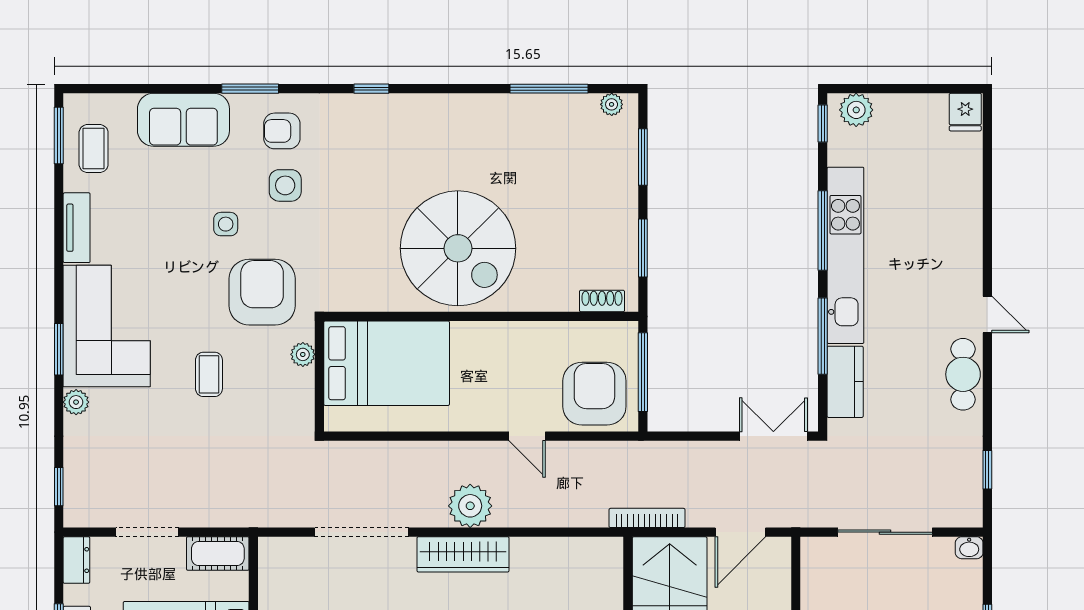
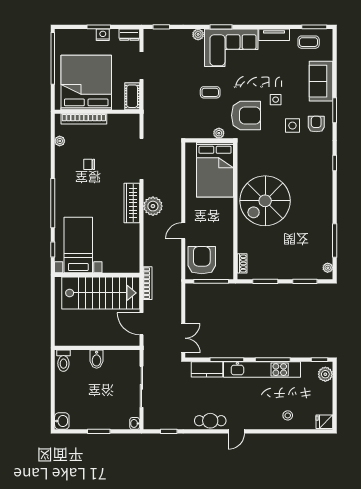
stool: (951, 196) -> (288, 415), added
armchair: (594, 394) -> (202, 260), turned -90

